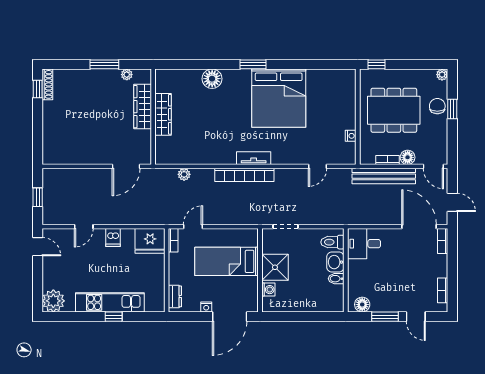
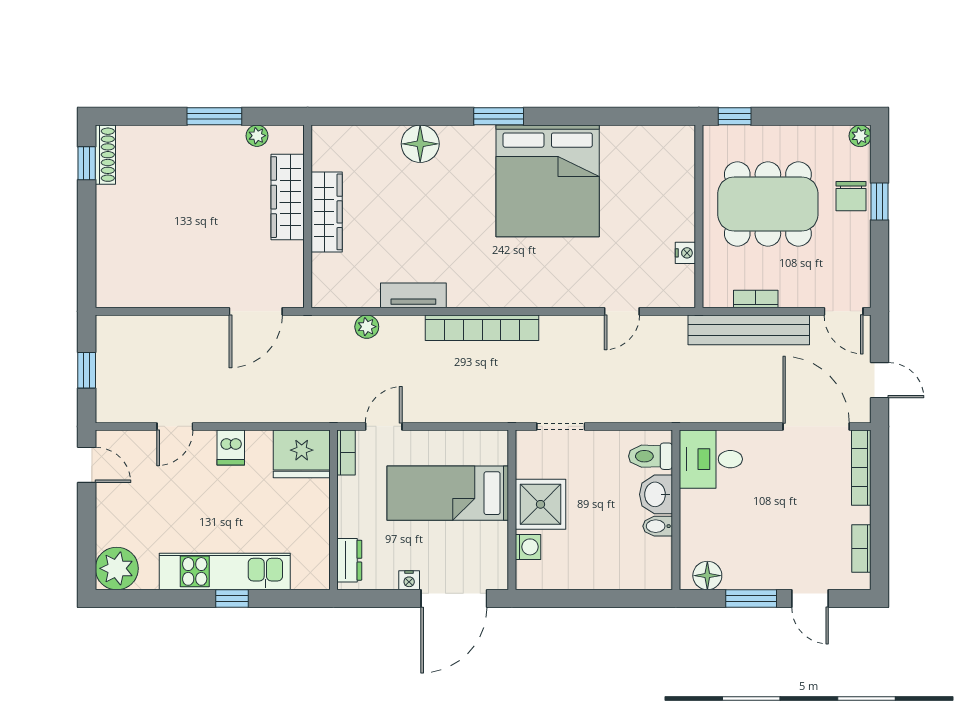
chair: (437, 106) -> (851, 196), turned 180
floor lamp: (408, 157) -> (794, 294), removed
tv unit: (254, 158) -> (413, 295), moved
bookcase: (443, 241) -> (861, 468), width x1.56

